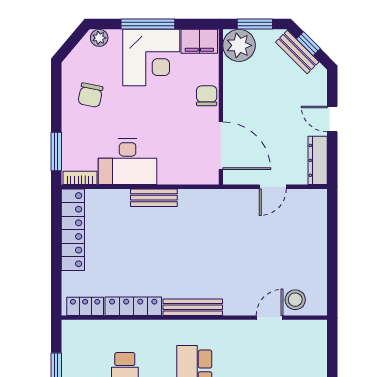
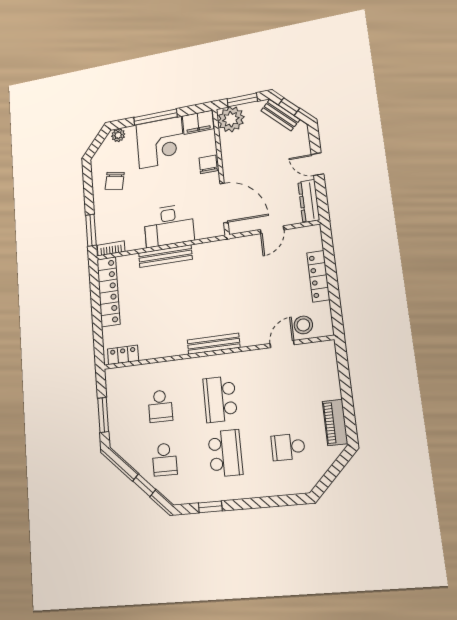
desk: (128, 162) -> (169, 226), moved
bench: (154, 198) -> (165, 256), width x1.36
locker: (133, 306) -> (318, 276), moved, turned -90

